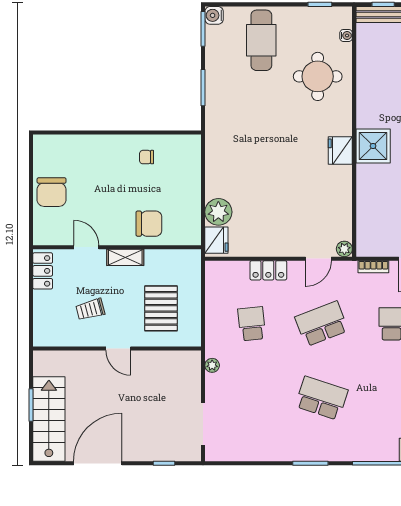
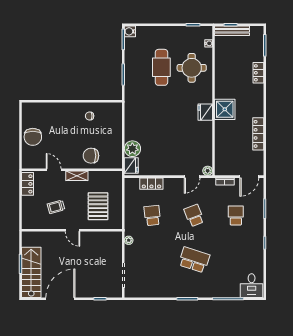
cafe table: (261, 40) -> (161, 67), moved
chair: (149, 224) -> (91, 156), turned 180
locker: (268, 270) -> (151, 184), moved
school desk: (322, 324) -> (194, 215), width x0.54

